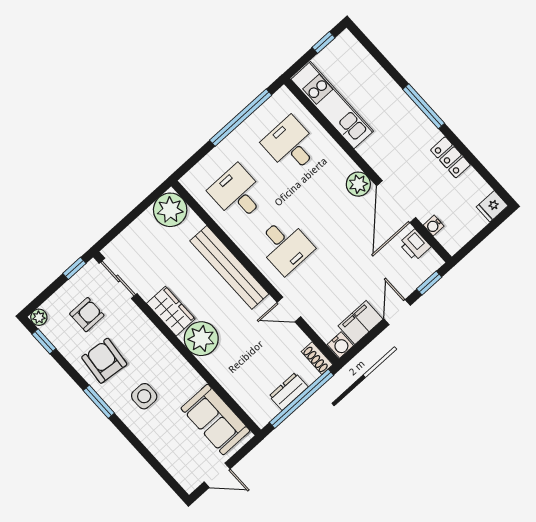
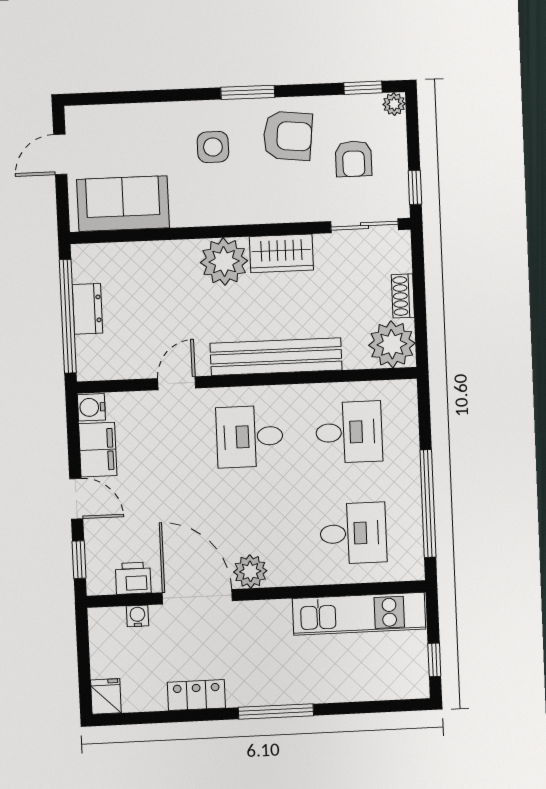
shoe rack: (317, 358) -> (403, 296), moved, turned -90

